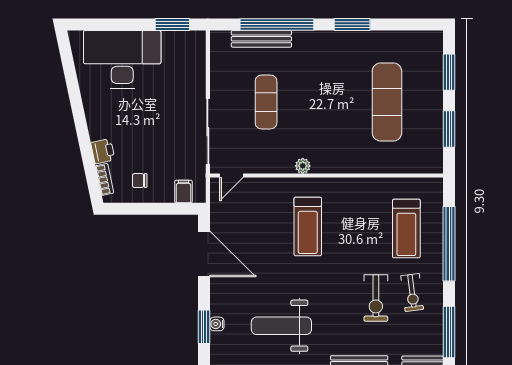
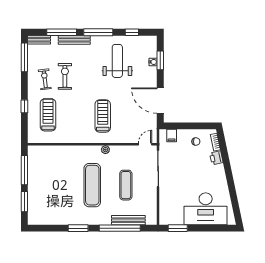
exercise mat: (387, 102) -> (92, 185), moved
window: (449, 129) -> (24, 170), width x1.44
window: (449, 244) -> (24, 106), width x0.32
weight bench: (281, 326) -> (117, 61), turned -90

